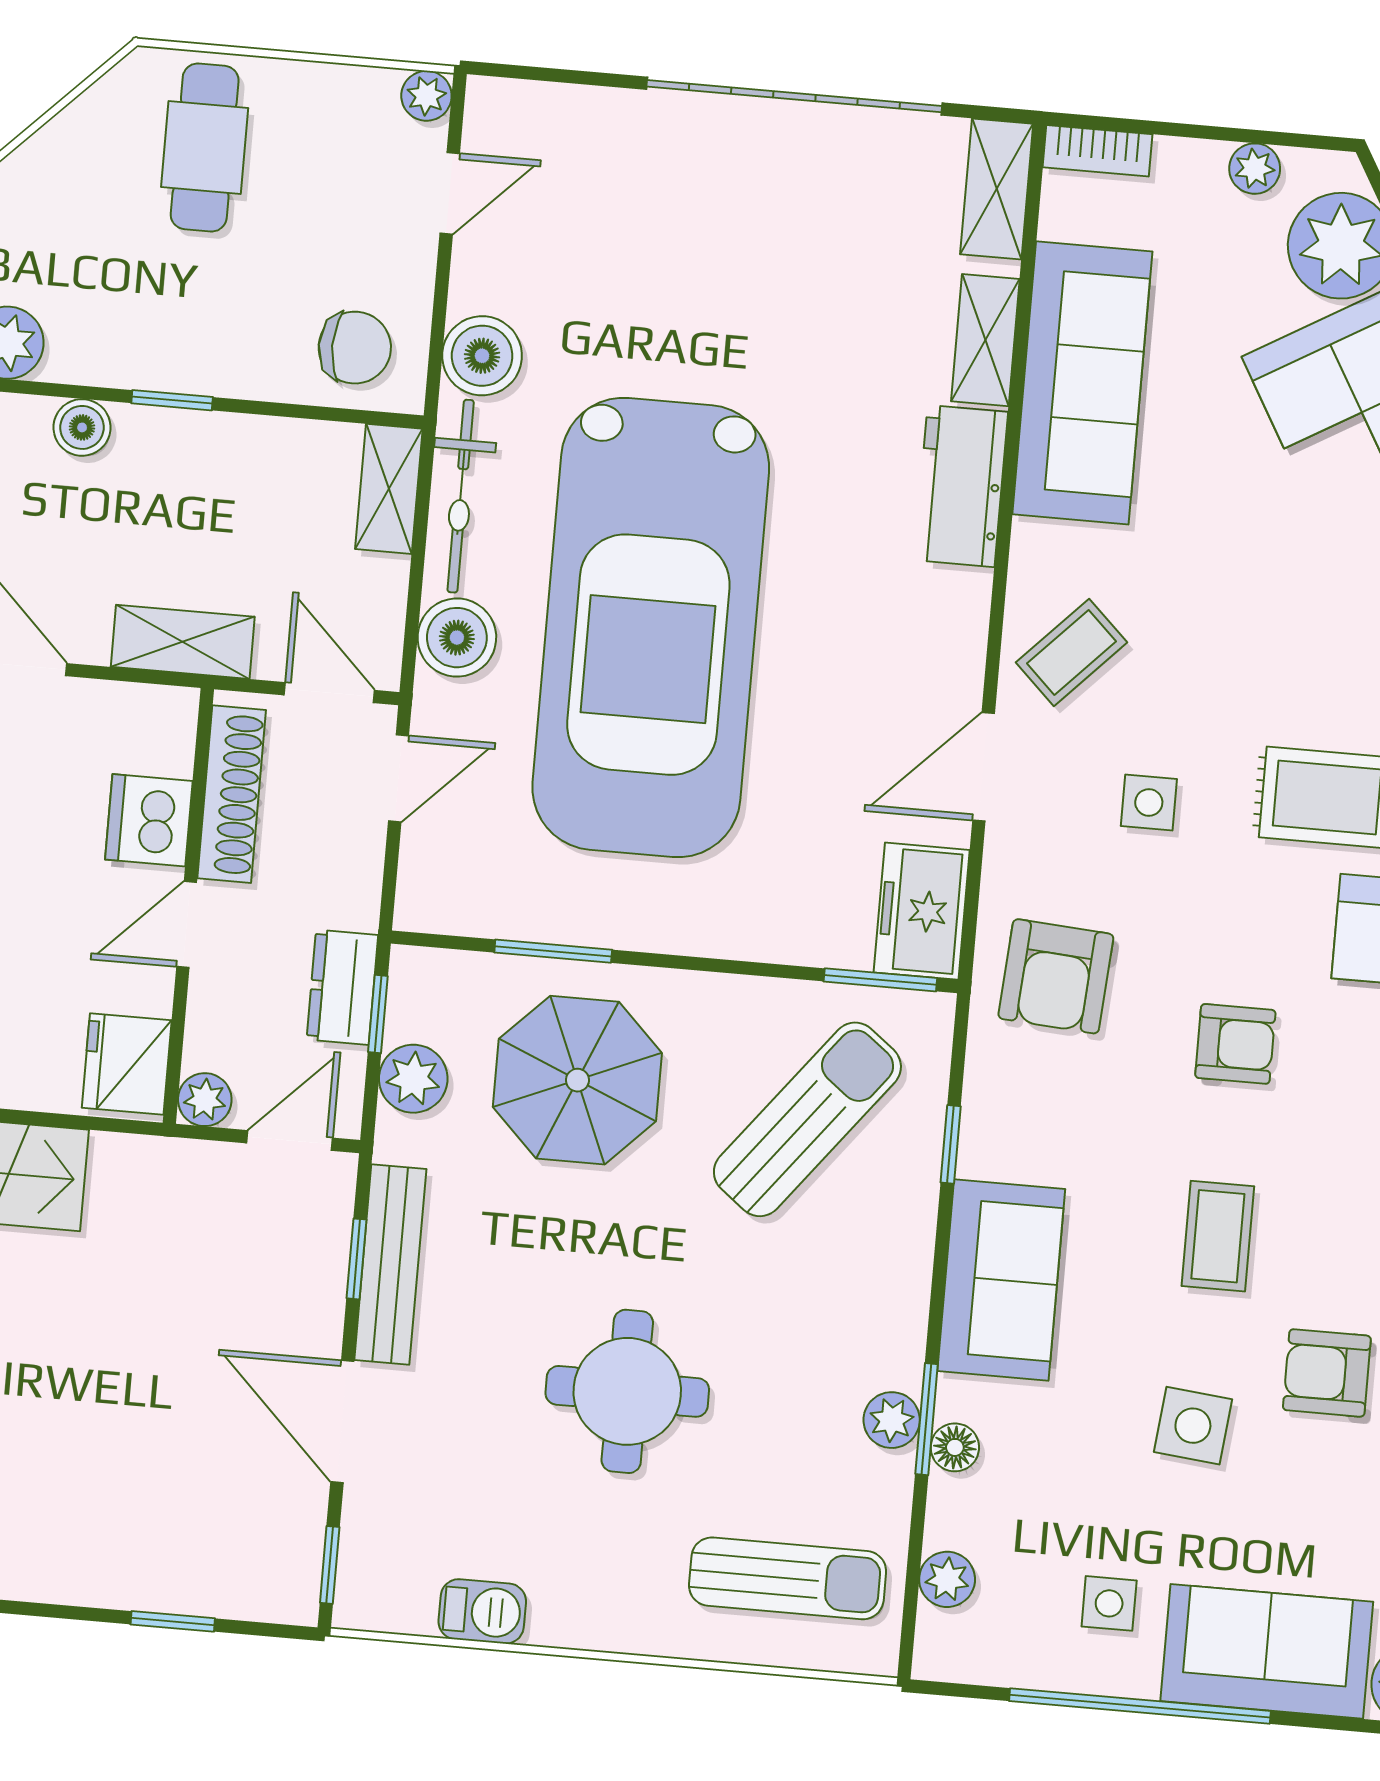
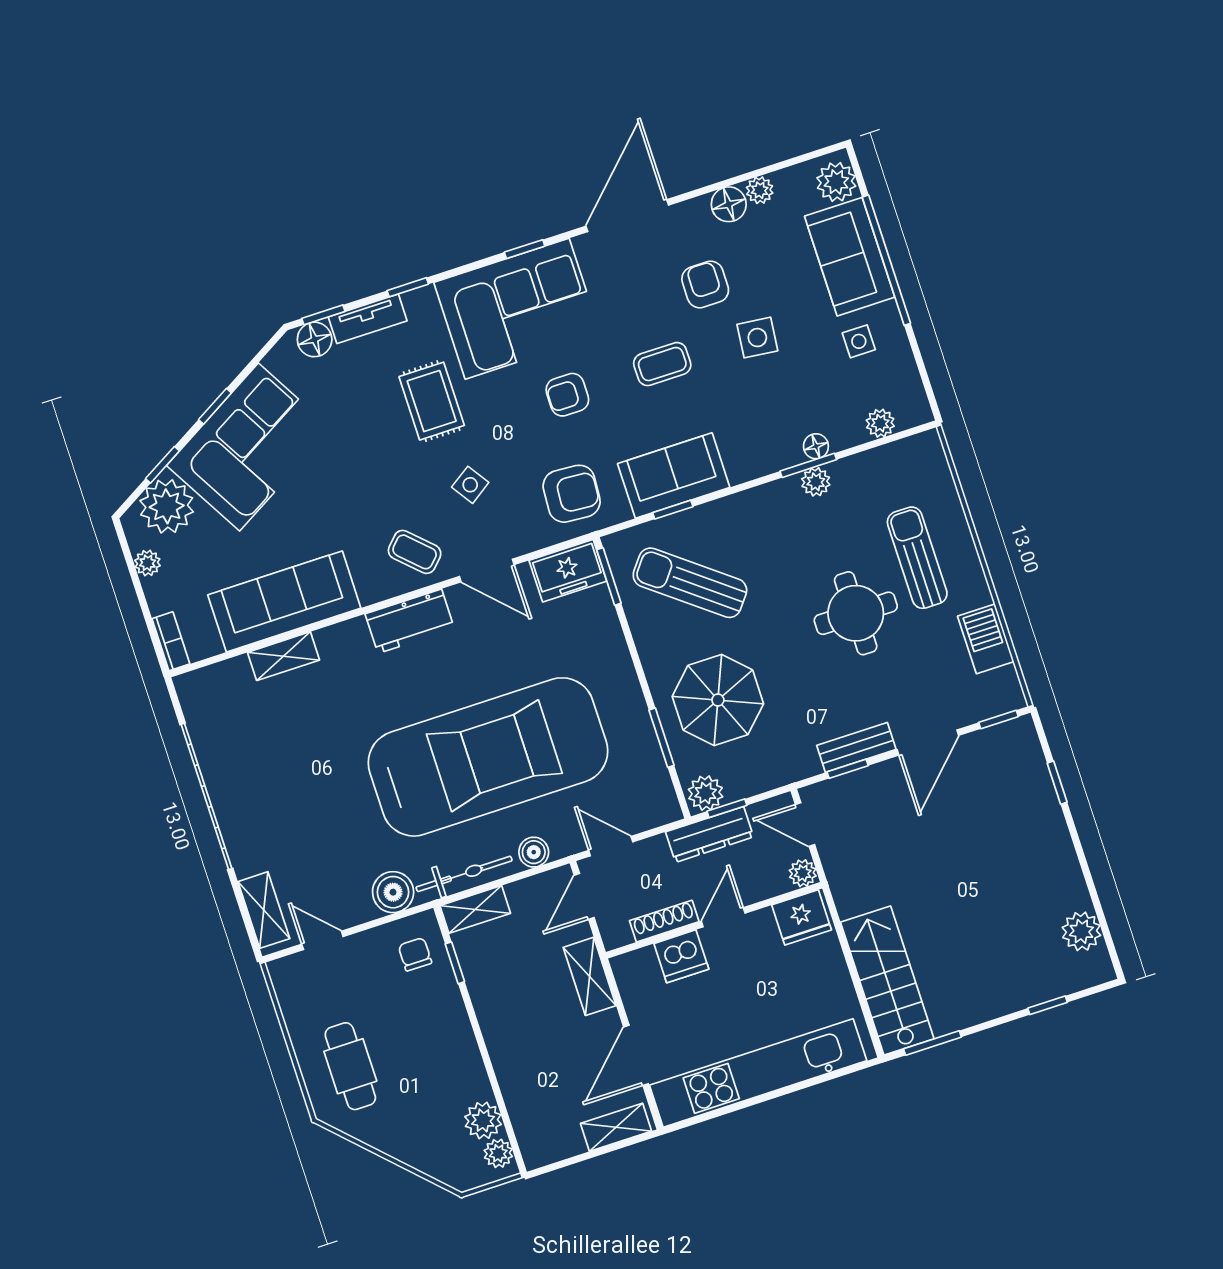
plant: (426, 96) -> (281, 971), removed
cafe table: (205, 148) -> (350, 1066), turned 90
shelving: (997, 189) -> (264, 910), moved, turned 90
chair: (355, 348) -> (415, 954), width x0.73, depth x0.73
window: (172, 400) -> (455, 963), moved
boiler: (82, 427) -> (508, 1068), removed
workbench: (961, 486) -> (410, 621), moved
boiler: (457, 638) -> (534, 852), width x0.73, depth x0.73
shoe rack: (232, 794) -> (664, 921), width x0.74, depth x0.81
side table: (1149, 802) -> (470, 485), turned -34
door: (187, 925) -> (723, 917), swing flipped
dresser: (342, 987) -> (710, 834), width x1.44
armchair: (1235, 1044) -> (567, 395), turned -90
plant: (413, 1079) -> (706, 793), moved
bench: (390, 1264) -> (856, 747), width x0.73
sofa: (1001, 1280) -> (674, 476), moved
armchair: (1327, 1373) -> (705, 285), turned 180
sun lounger: (788, 1578) -> (917, 558), moved
barbecue: (482, 1611) -> (986, 639), width x1.38, depth x1.27
window: (1140, 1706) -> (886, 260), moved

